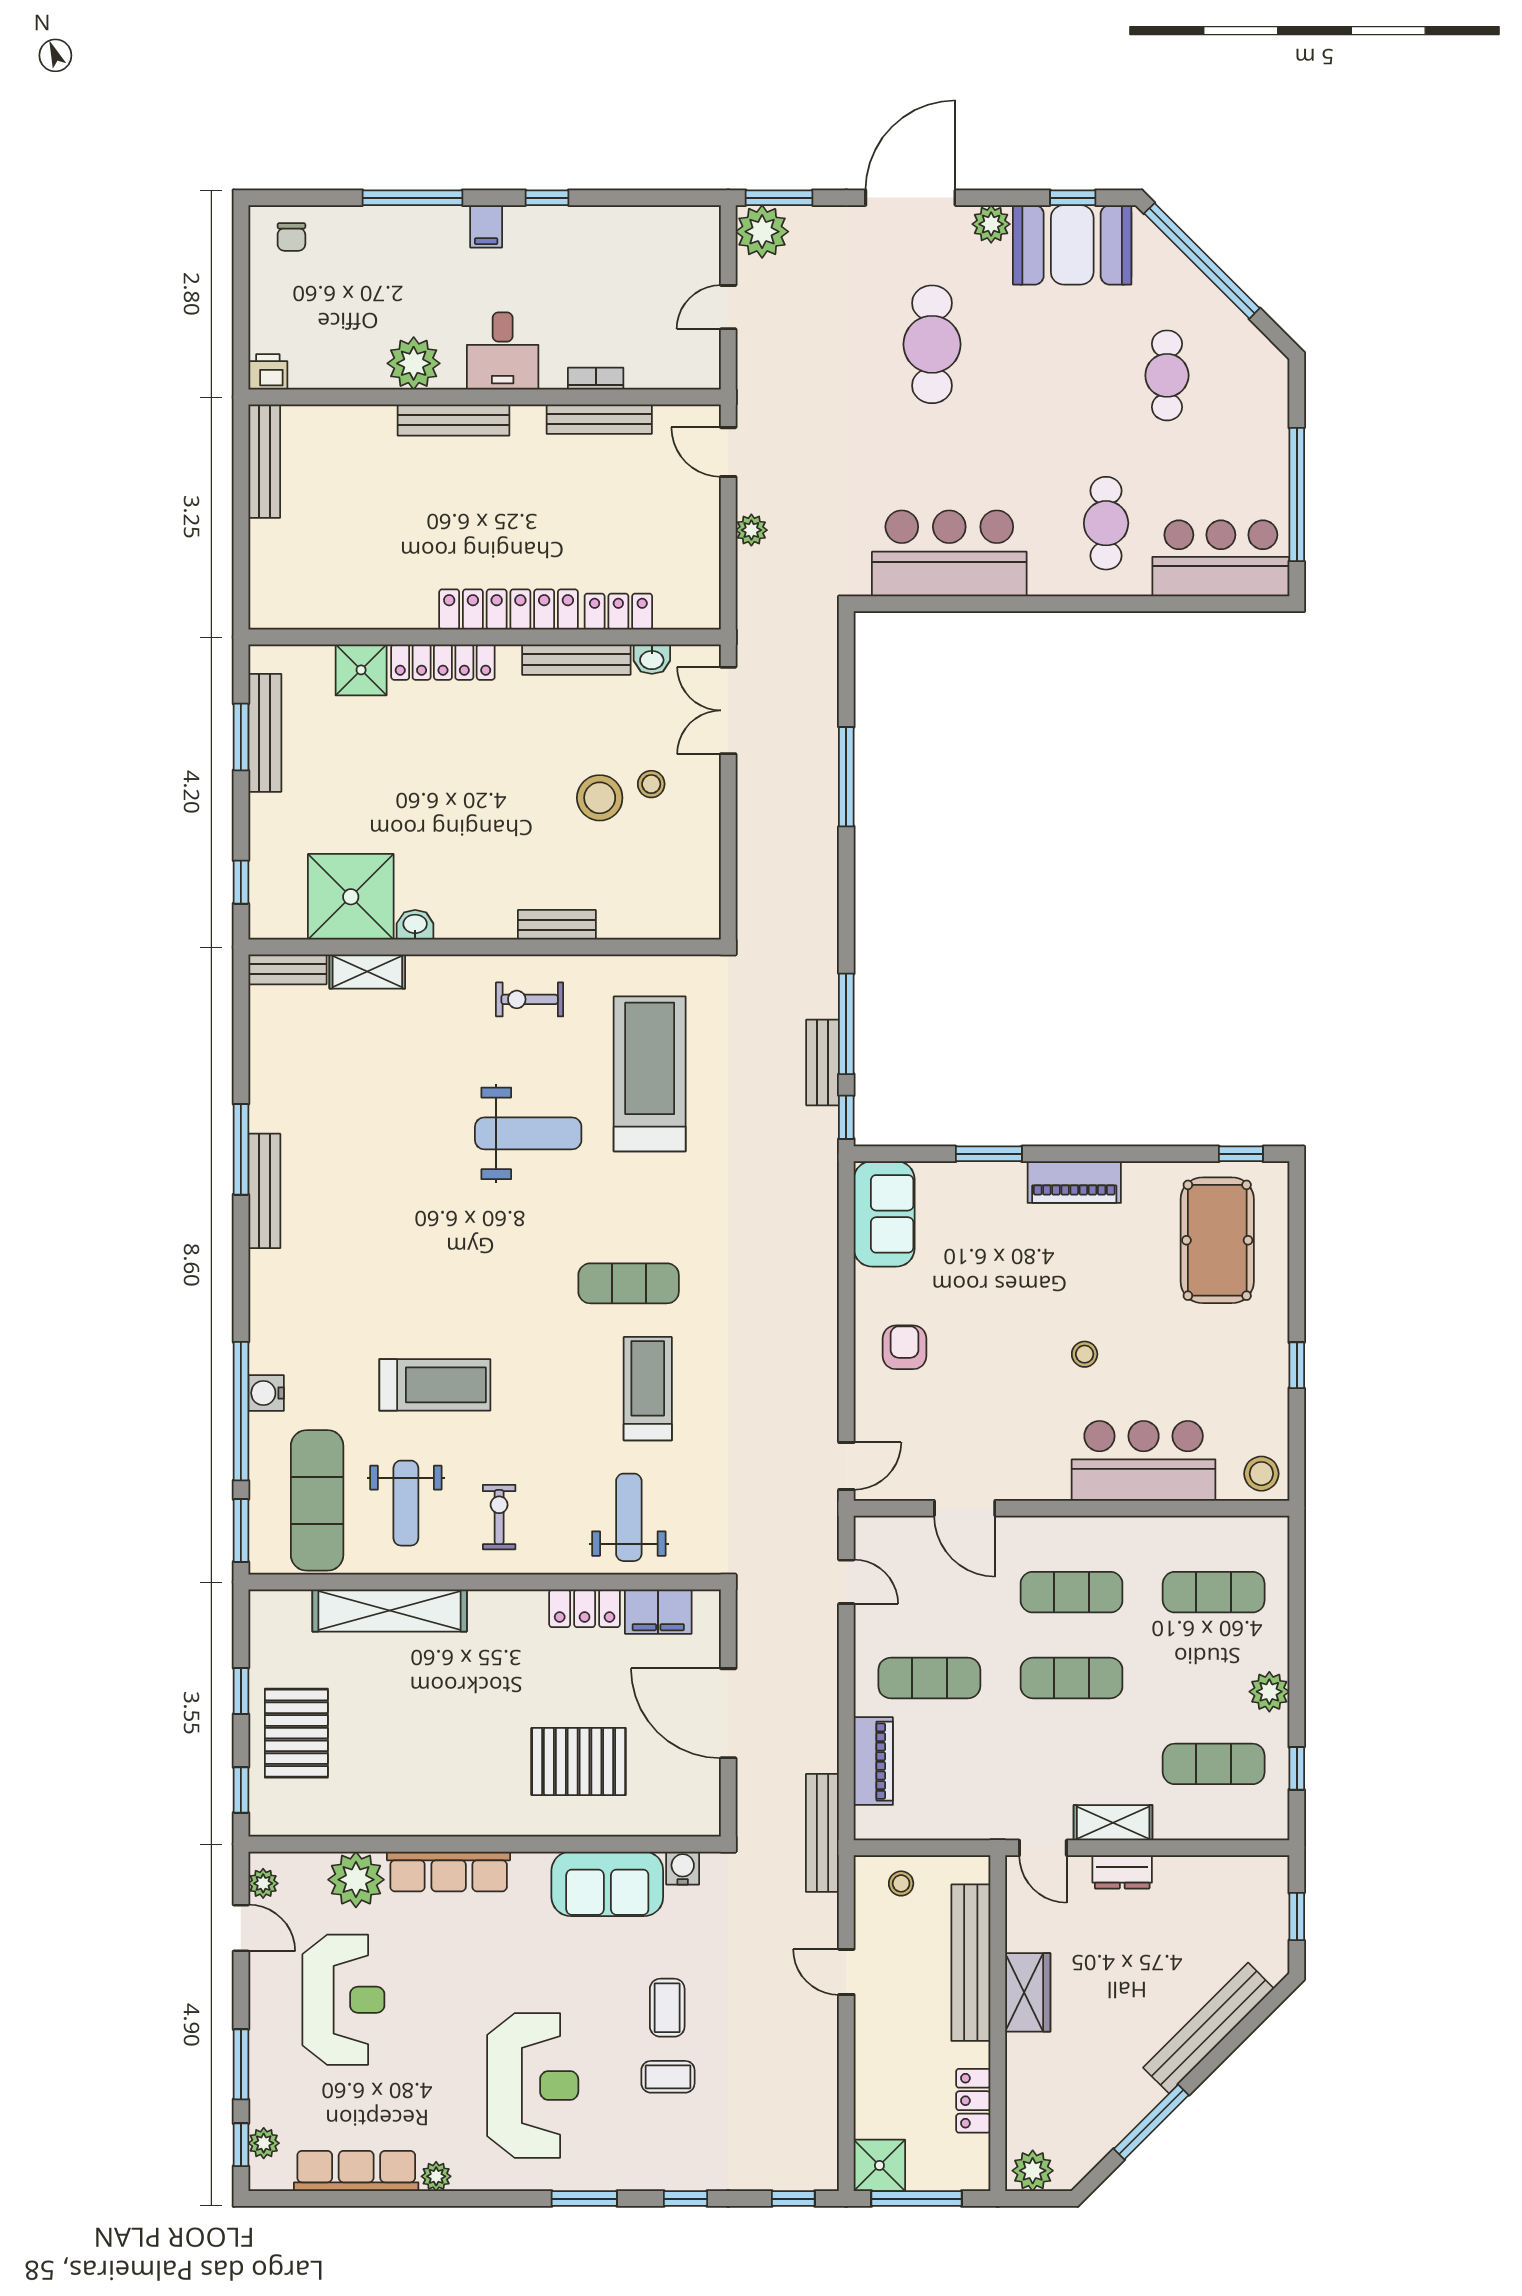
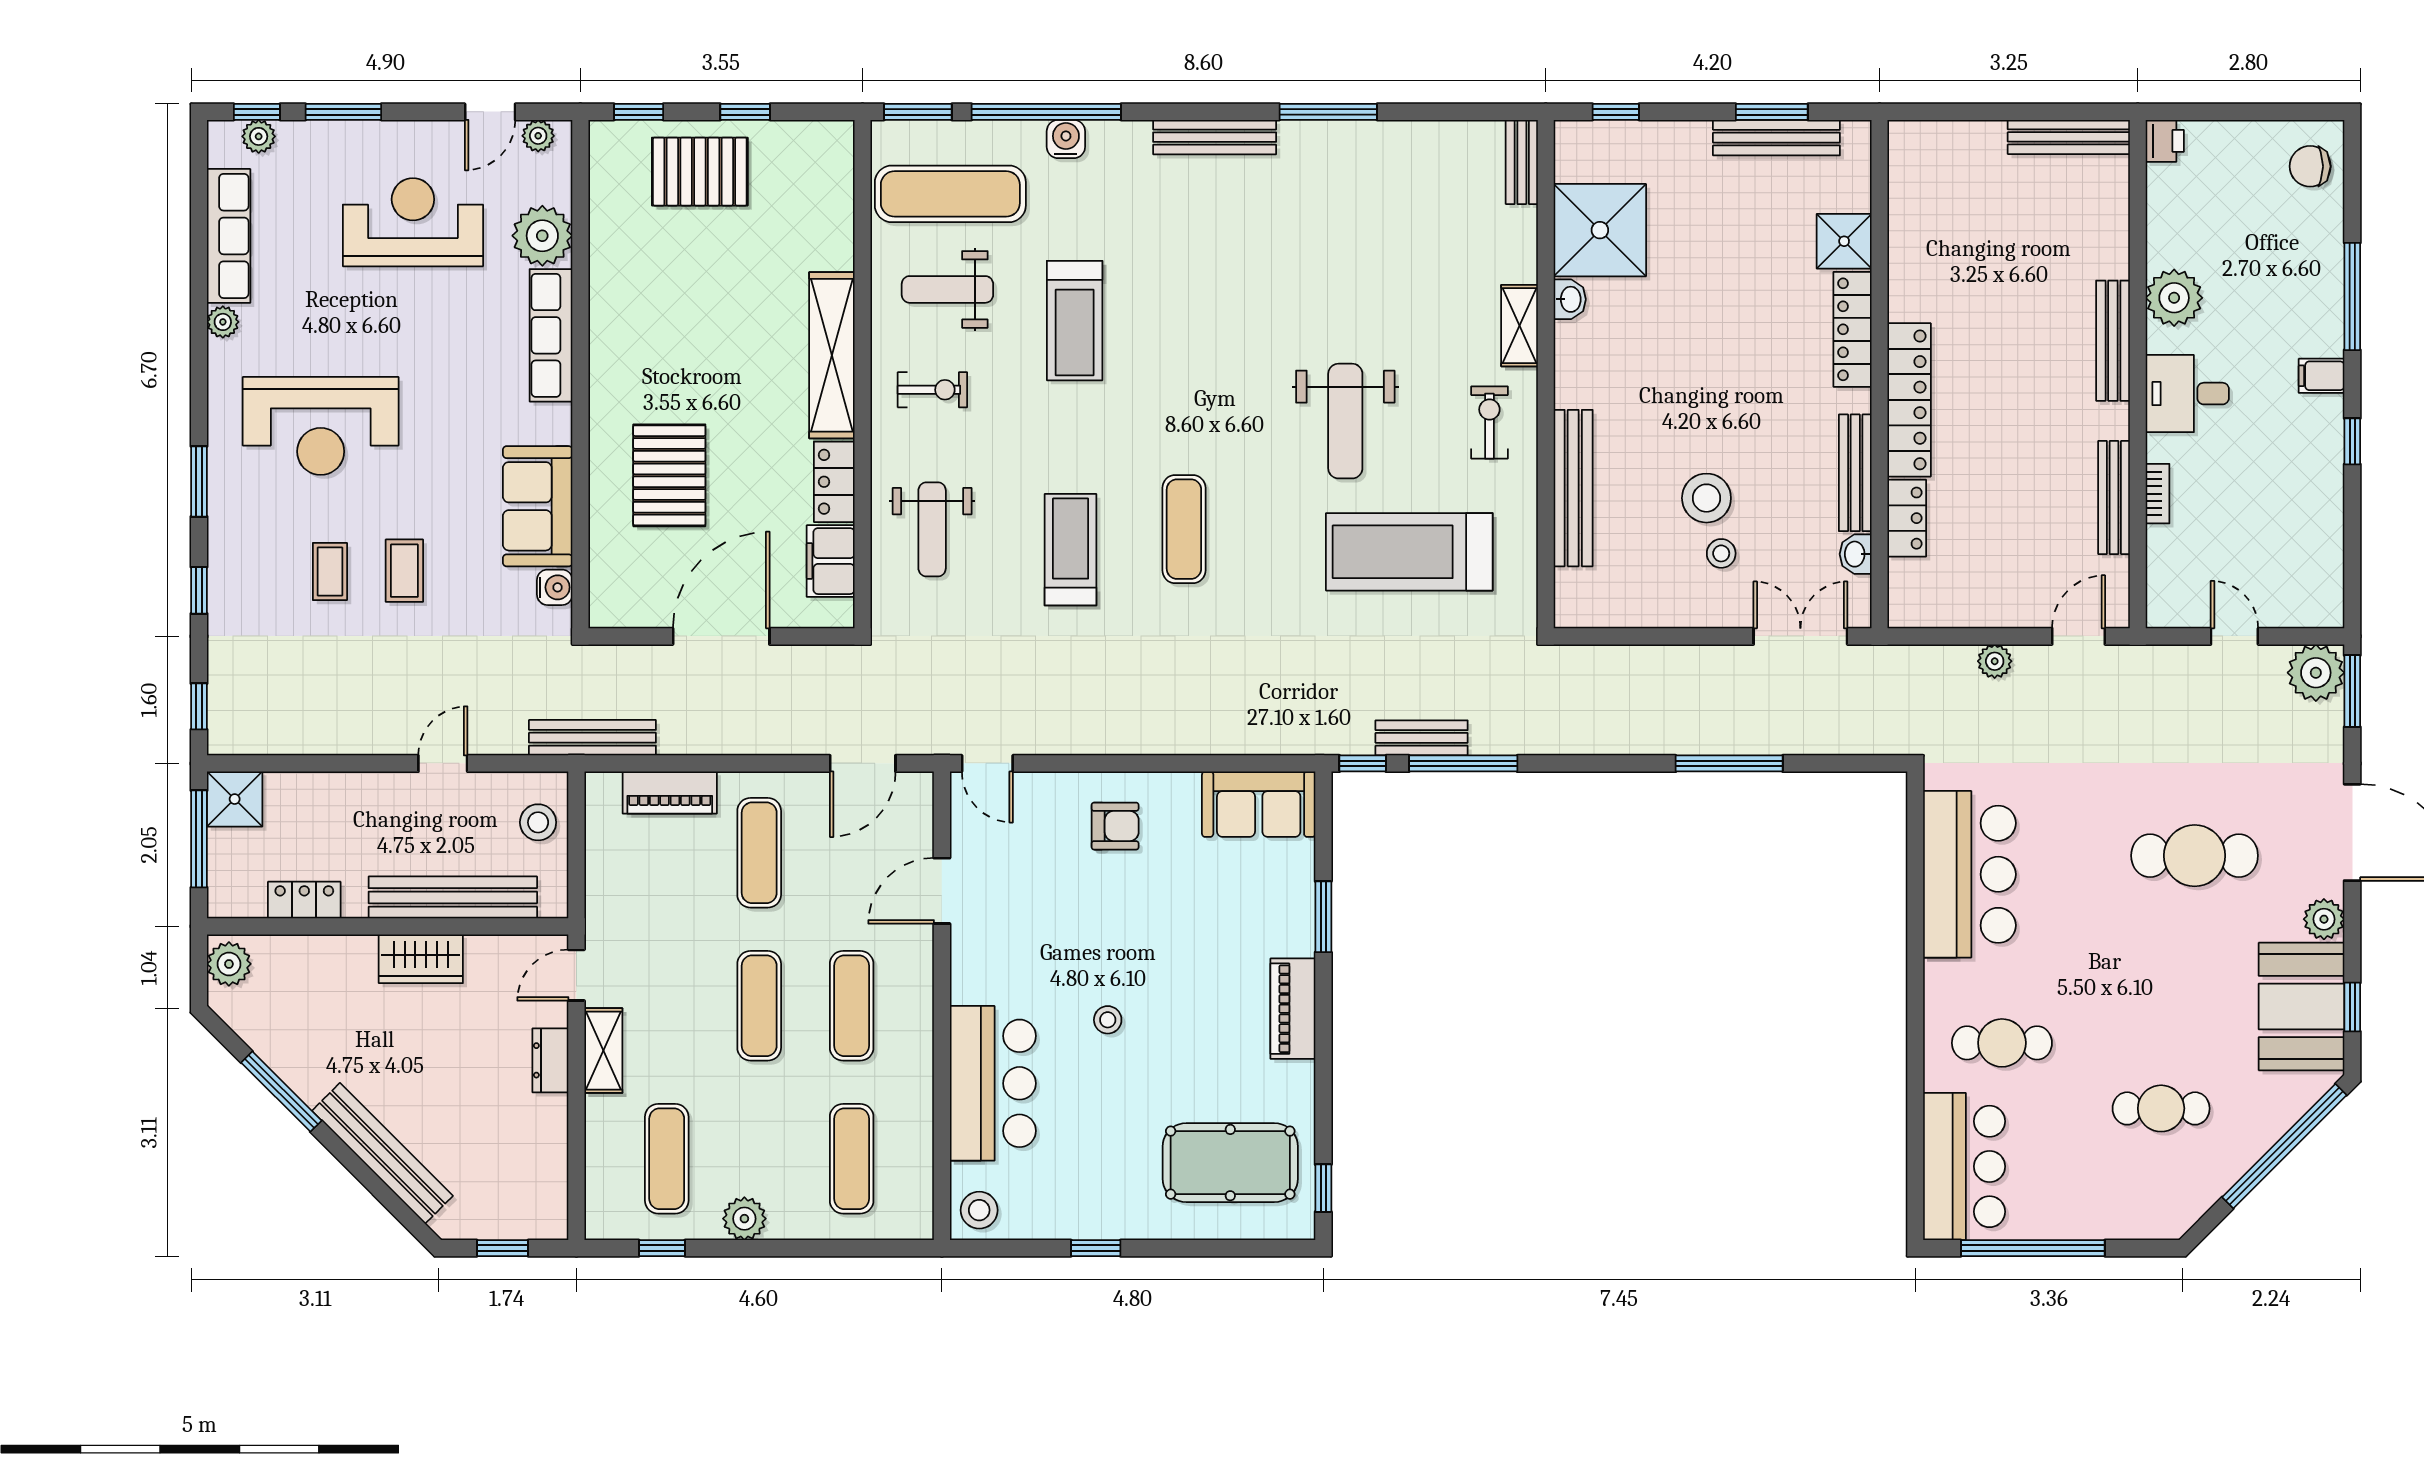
chair: (291, 237) -> (2310, 166), width x1.37, depth x1.37
bench: (557, 925) -> (1573, 488), width x1.86, depth x1.21
shelving: (367, 972) -> (1520, 326), moved
treadmill: (650, 1074) -> (1409, 552), turned 180
bench: (264, 1191) -> (1215, 137), moved
treadmill: (648, 1389) -> (1071, 550), turned -90
weight bench: (629, 1517) -> (932, 529), turned 90
door: (846, 1582) -> (863, 763), width x1.38
shelving: (390, 1610) -> (832, 355), moved
stool: (901, 1883) -> (538, 822), width x1.37, depth x1.37
reception desk: (343, 2000) -> (413, 222), turned 180
coffee table: (667, 2008) -> (404, 571), turned 90

